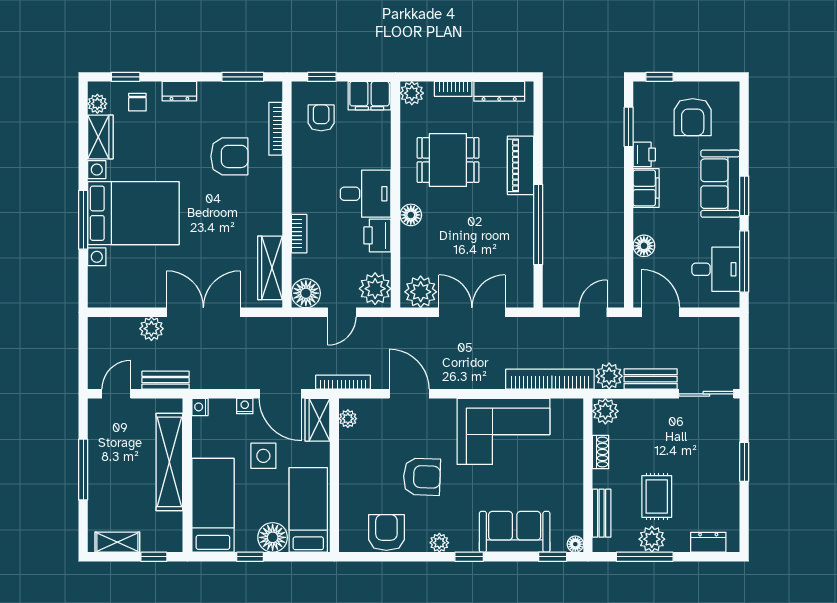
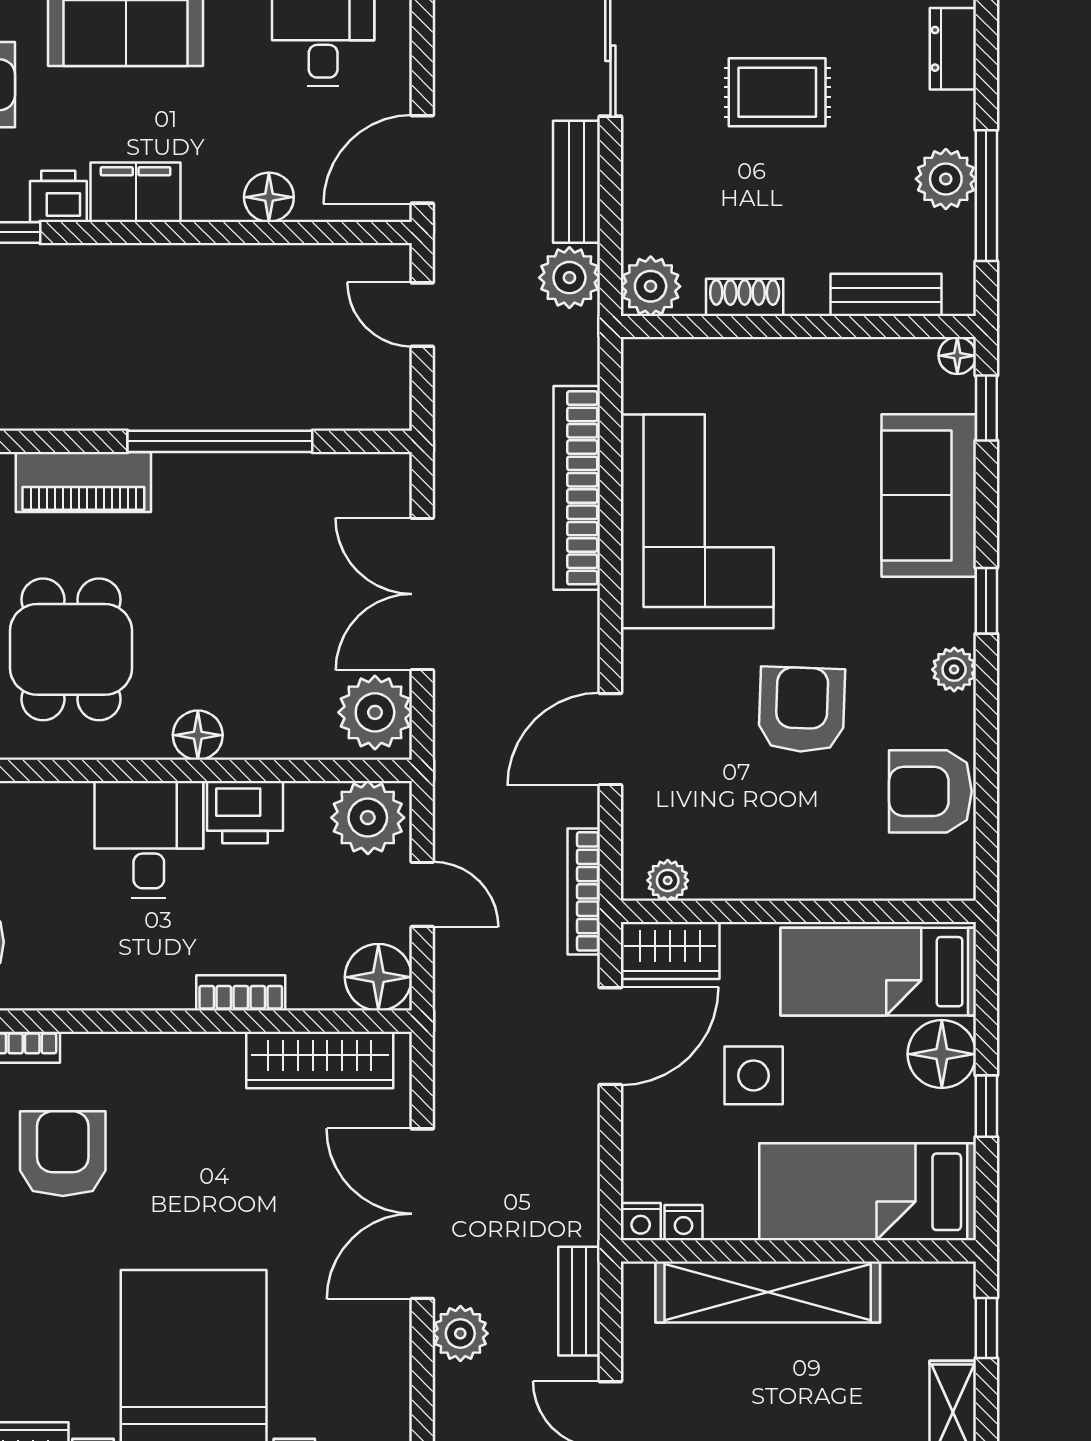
bookcase: (550, 379) -> (577, 488), moved
nightstand: (245, 406) -> (684, 1223), moved, turned -90
rug: (657, 497) -> (777, 92), moved

